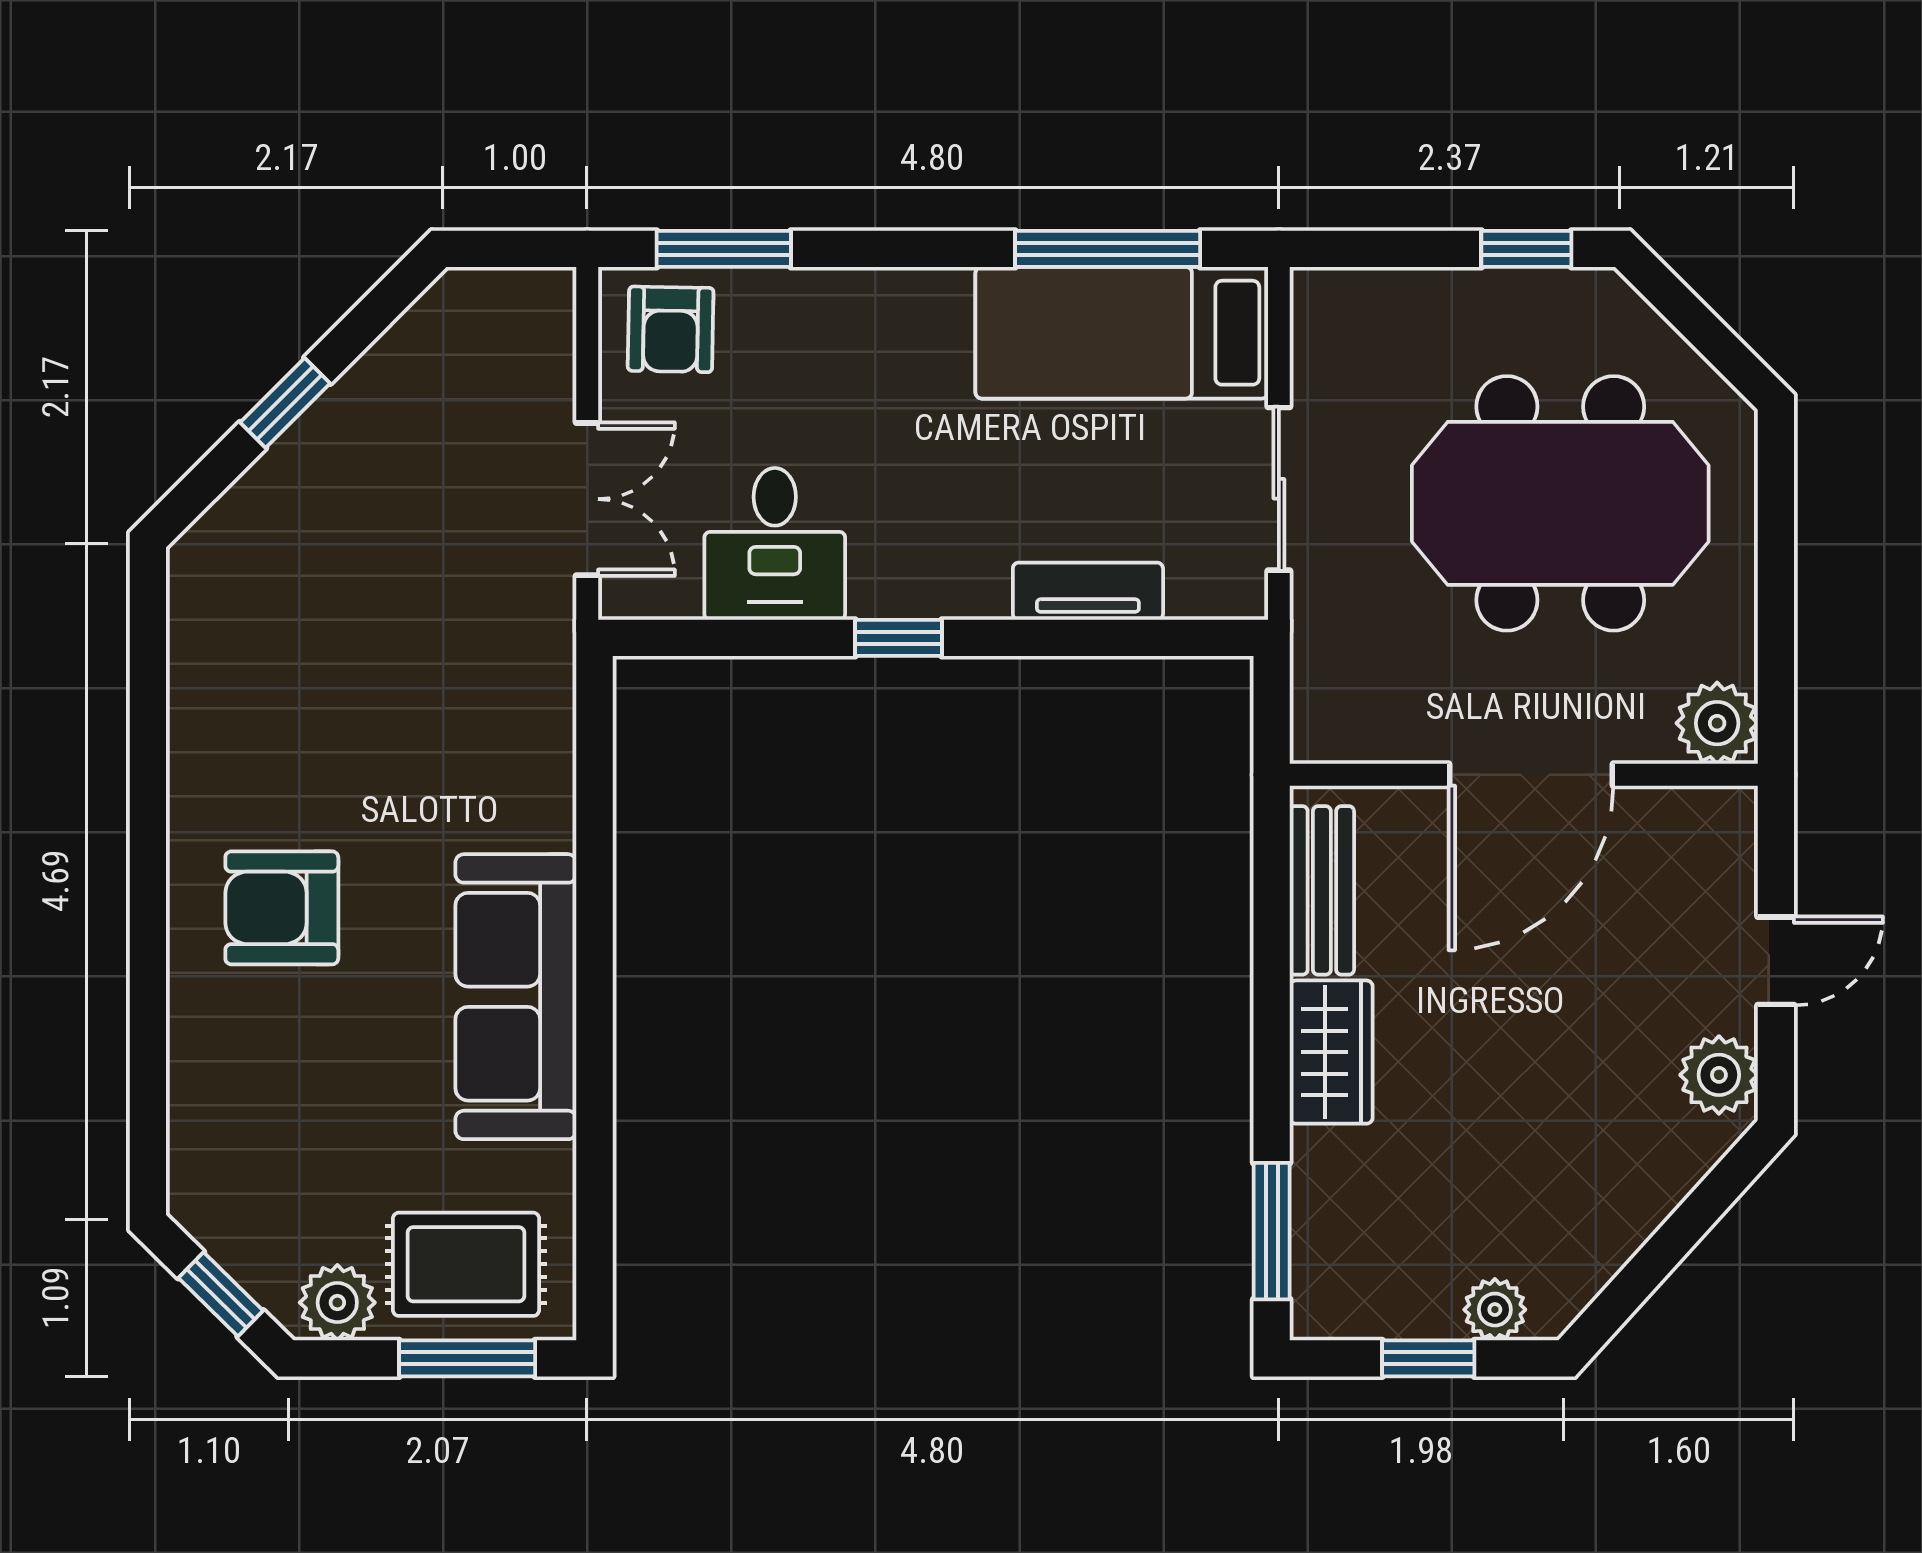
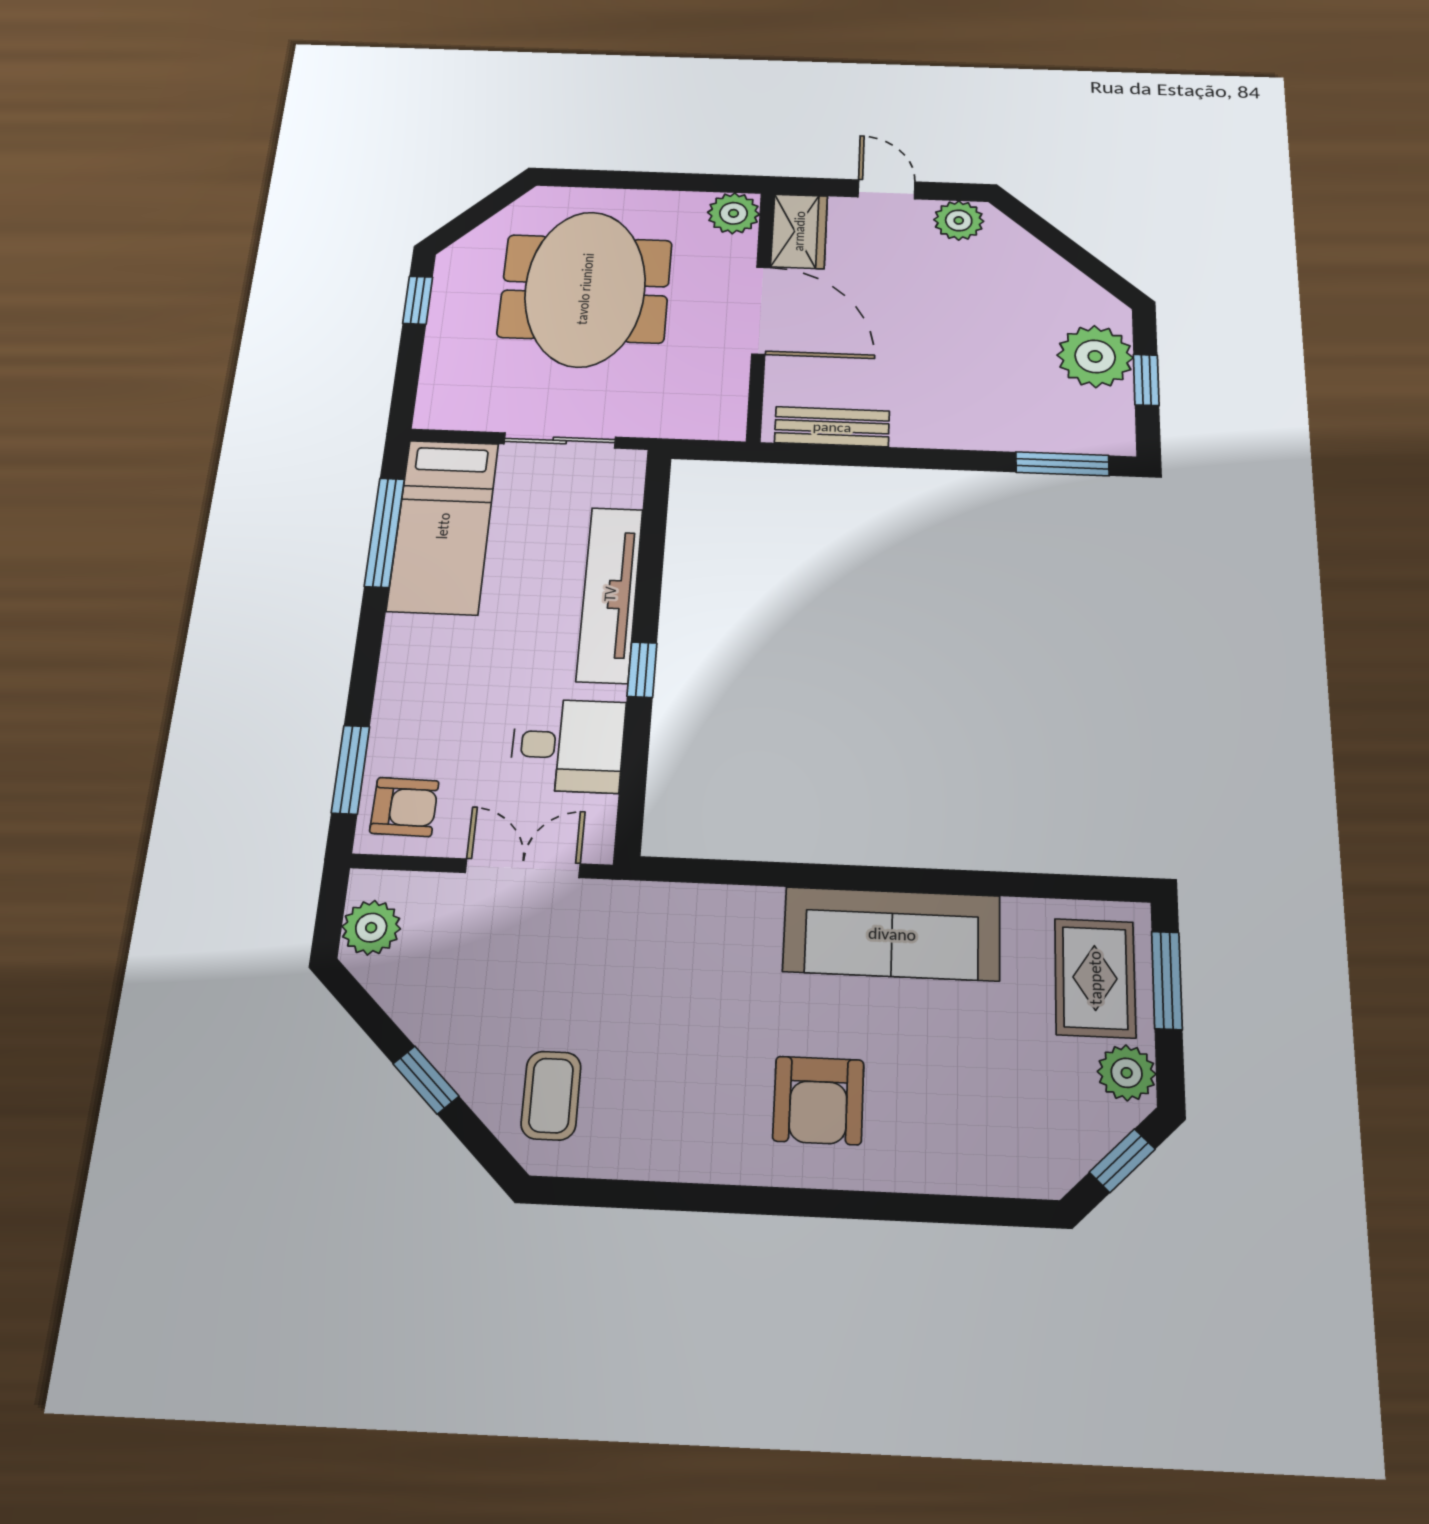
plant: (492, 306) -> (371, 928), added
coffee table: (272, 565) -> (551, 1095), added
tv unit: (1088, 591) -> (610, 594), width x1.92, depth x1.29
wardrobe: (1331, 1052) -> (799, 231), moved, turned 90
plant: (1495, 1310) -> (1095, 356), width x1.88, depth x1.88

